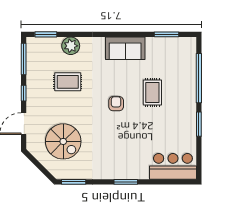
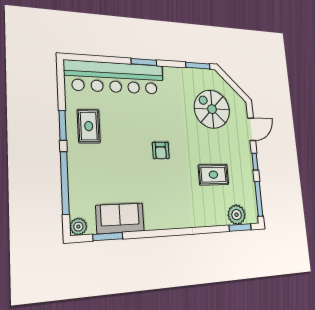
plant: (190, 44) -> (78, 227), added
plant: (71, 46) -> (237, 215), moved
sofa: (125, 48) -> (120, 218), moved
rug: (152, 93) -> (89, 126), moved
bar counter: (173, 166) -> (115, 77), width x1.86

